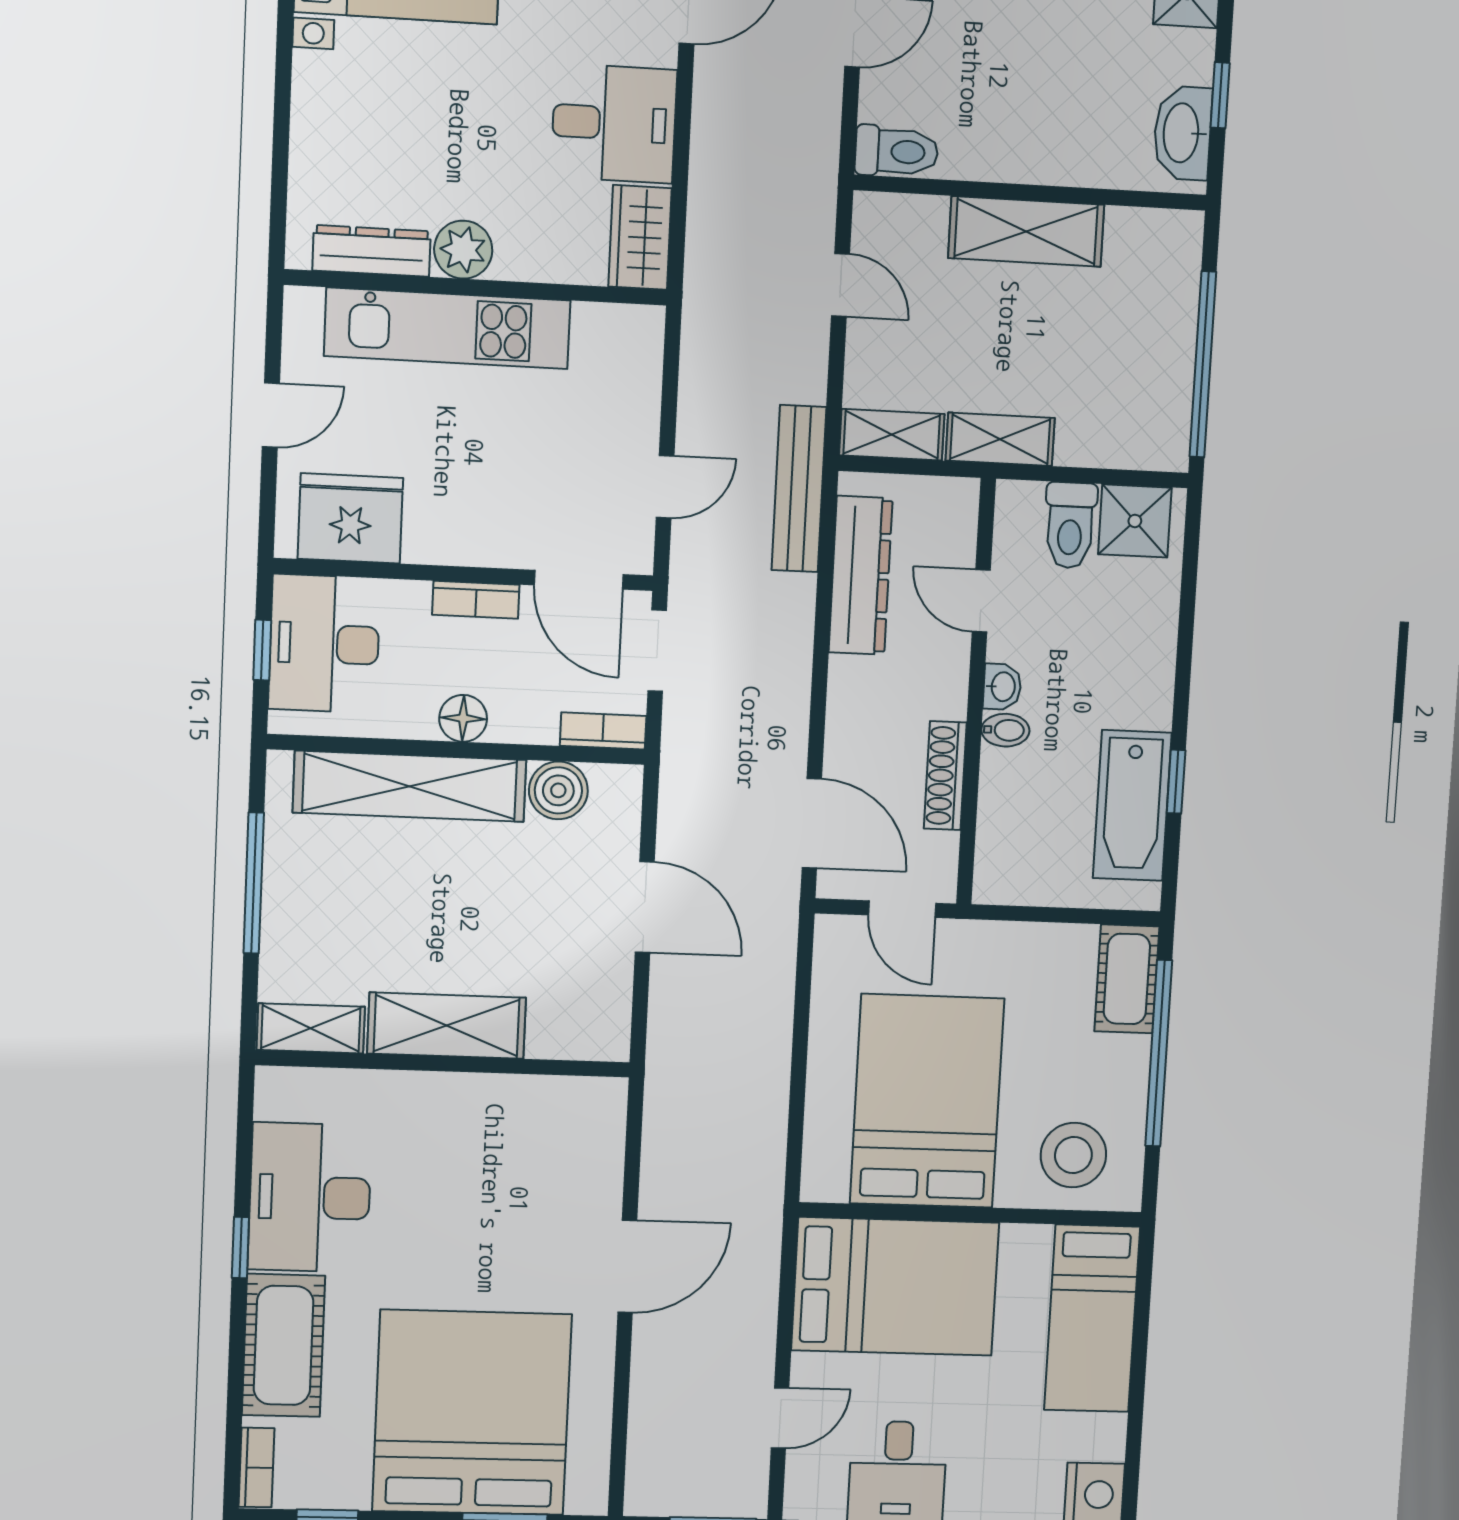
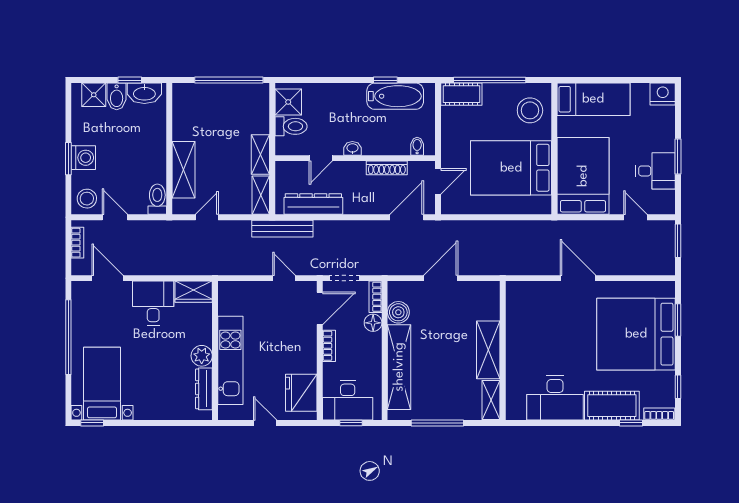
bidet: (1179, 56) -> (117, 96), added
shelving: (1026, 231) -> (184, 170), moved
floor lamp: (463, 718) -> (373, 323), moved
bidet: (1005, 730) -> (417, 146), moved
window: (240, 1248) -> (631, 423), moved

